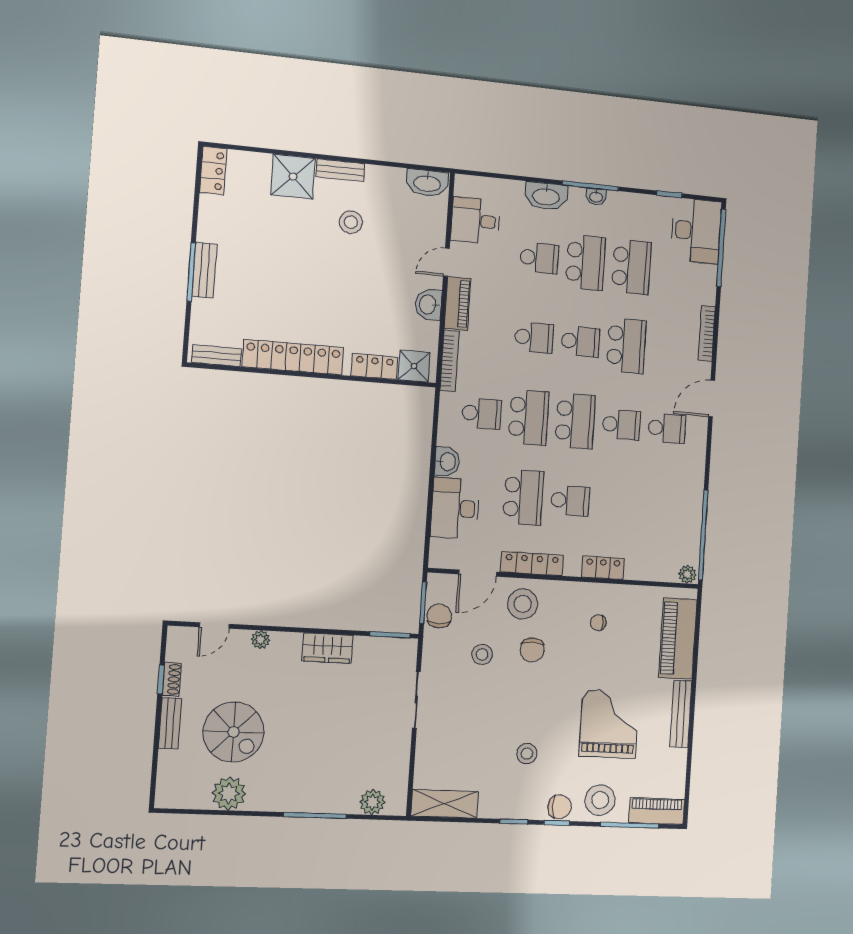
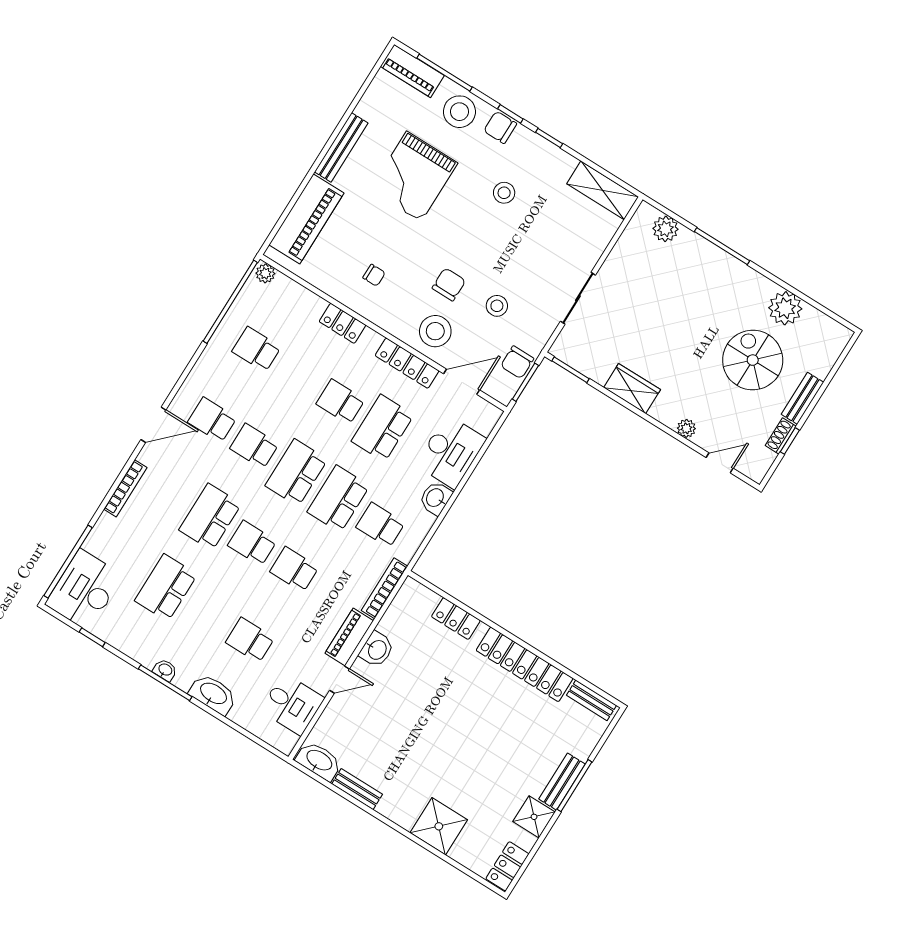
bench: (340, 170) -> (357, 789), moved
stool: (351, 222) -> (408, 760), removed
school desk: (586, 262) -> (256, 349), moved, width x0.54
shower: (414, 366) -> (534, 817), moved

